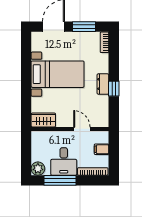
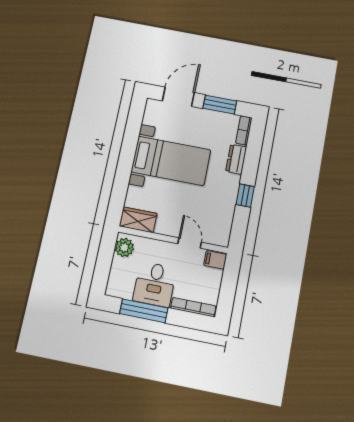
dresser: (103, 84) -> (236, 159), moved
filing cabinet: (102, 149) -> (215, 260), moved
plant: (38, 169) -> (124, 247), moved

